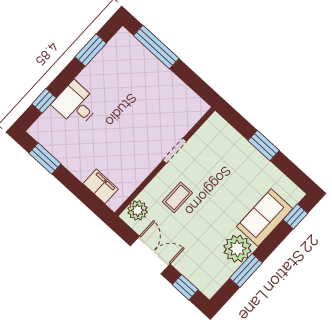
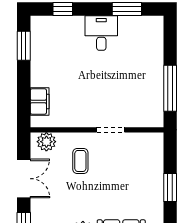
window: (156, 47) -> (170, 88), moved
desk: (76, 104) -> (101, 33), moved
coffee table: (177, 197) -> (80, 161), turned 90

